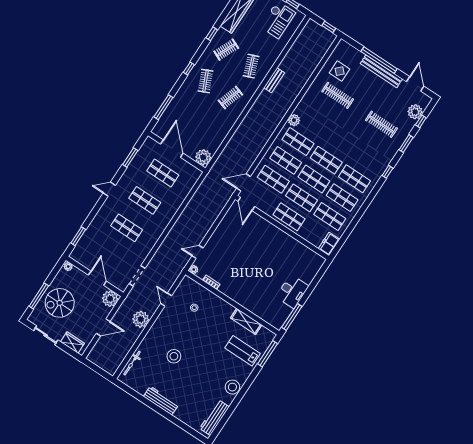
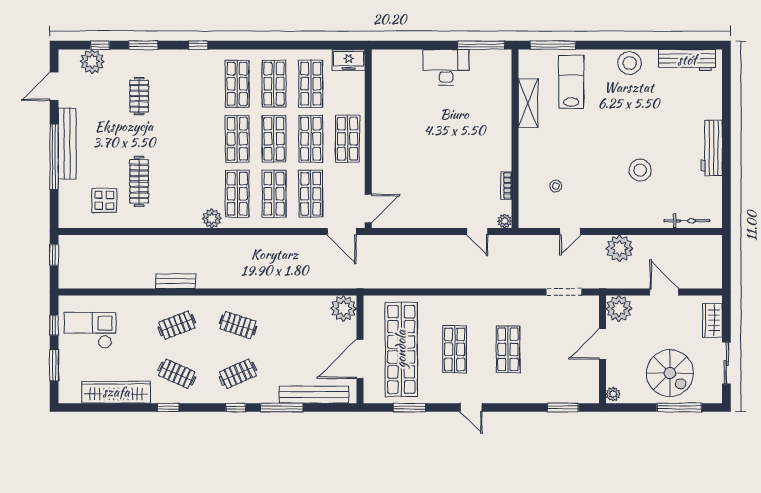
window: (163, 107) -> (282, 407), moved
bench: (169, 113) -> (314, 395), added
clothes rail: (381, 124) -> (139, 96), width x0.73
shop shelf: (163, 173) -> (401, 349), width x2.00, depth x1.36
lab bench: (243, 351) -> (571, 82), turned 180

